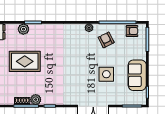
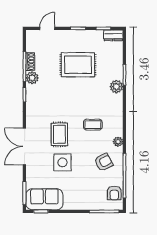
plant: (23, 29) -> (116, 87), moved
coffee table: (75, 49) -> (93, 125), added
rug: (25, 61) -> (78, 65), turned 90
sofa: (137, 75) -> (44, 199), moved
rug: (83, 77) -> (59, 134), added

